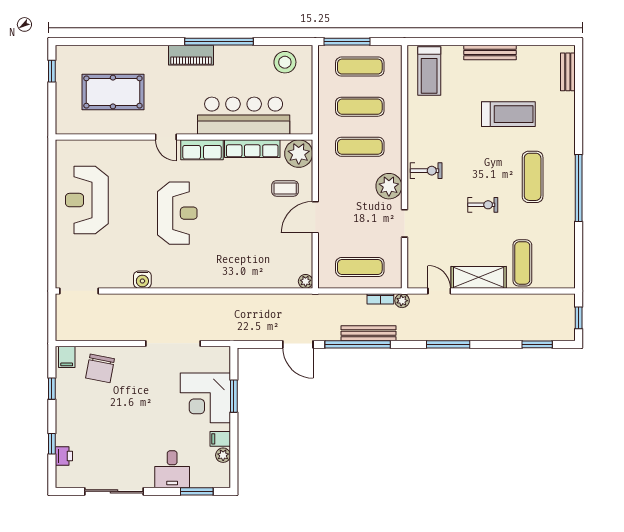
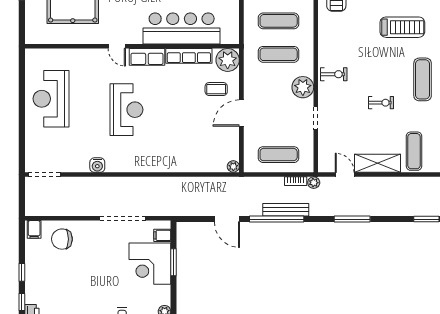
chair: (100, 368) -> (62, 239), turned 79
window: (52, 389) -> (22, 272), moved
filing cabinet: (220, 439) -> (162, 235), moved

